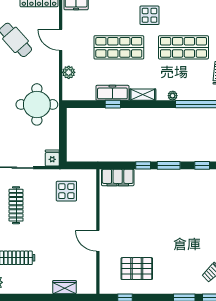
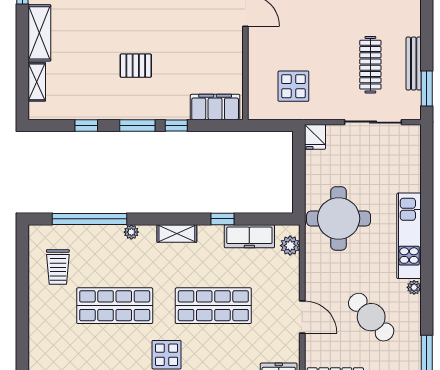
plant: (69, 72) -> (290, 246), moved
freezer: (112, 93) -> (249, 236), moved
pallet: (170, 205) -> (136, 66), added

